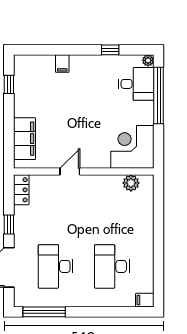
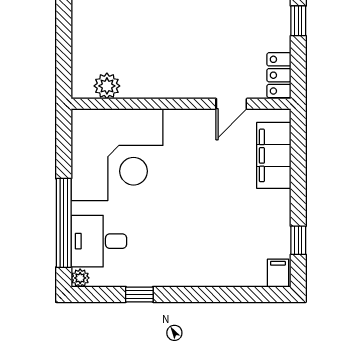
filing cabinet: (62, 64) -> (278, 273), moved
corner desk: (132, 147) -> (117, 155), width x1.36, depth x1.36
door: (70, 172) -> (231, 104), moved

